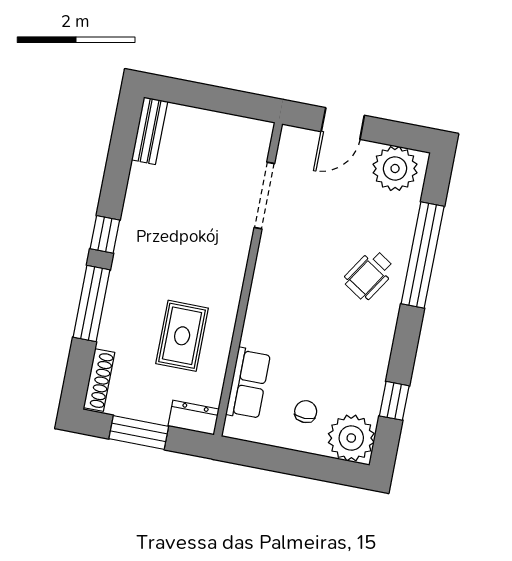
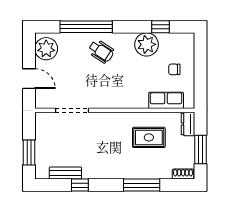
window: (198, 95) -> (29, 152), added
bench: (150, 131) -> (65, 173), moved
window: (105, 234) -> (80, 185), moved
shoe rack: (99, 380) -> (183, 174), width x0.70
plant: (351, 438) -> (147, 44), moved

